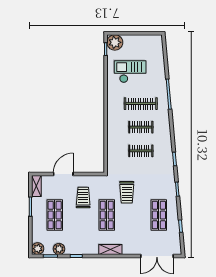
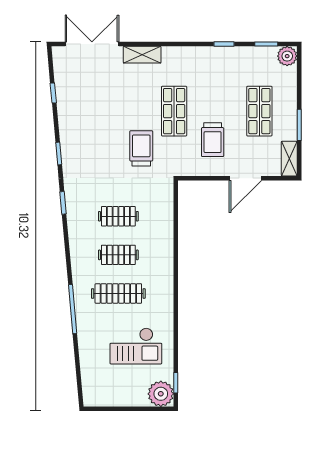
shop shelf: (159, 215) -> (89, 111), removed
plant: (59, 249) -> (252, 56), removed
shelving: (110, 249) -> (142, 55), moved

